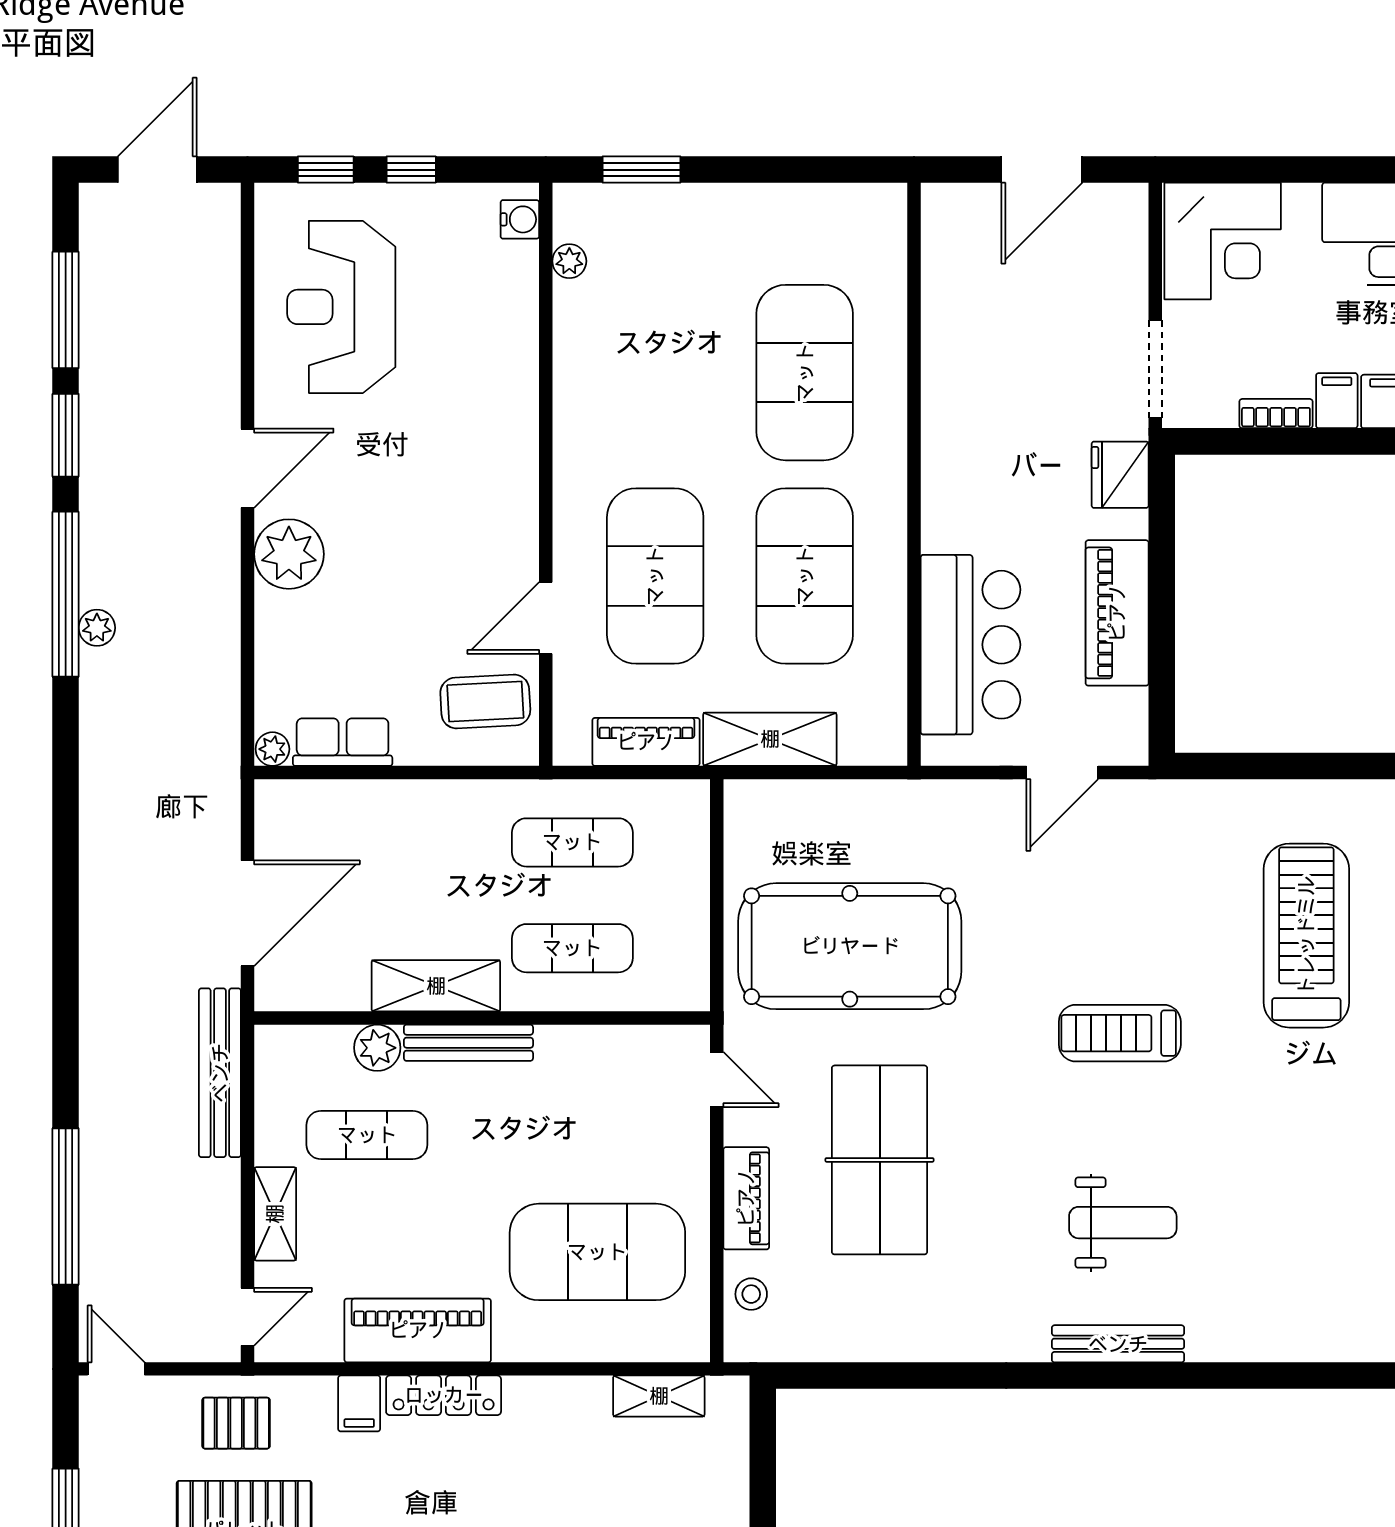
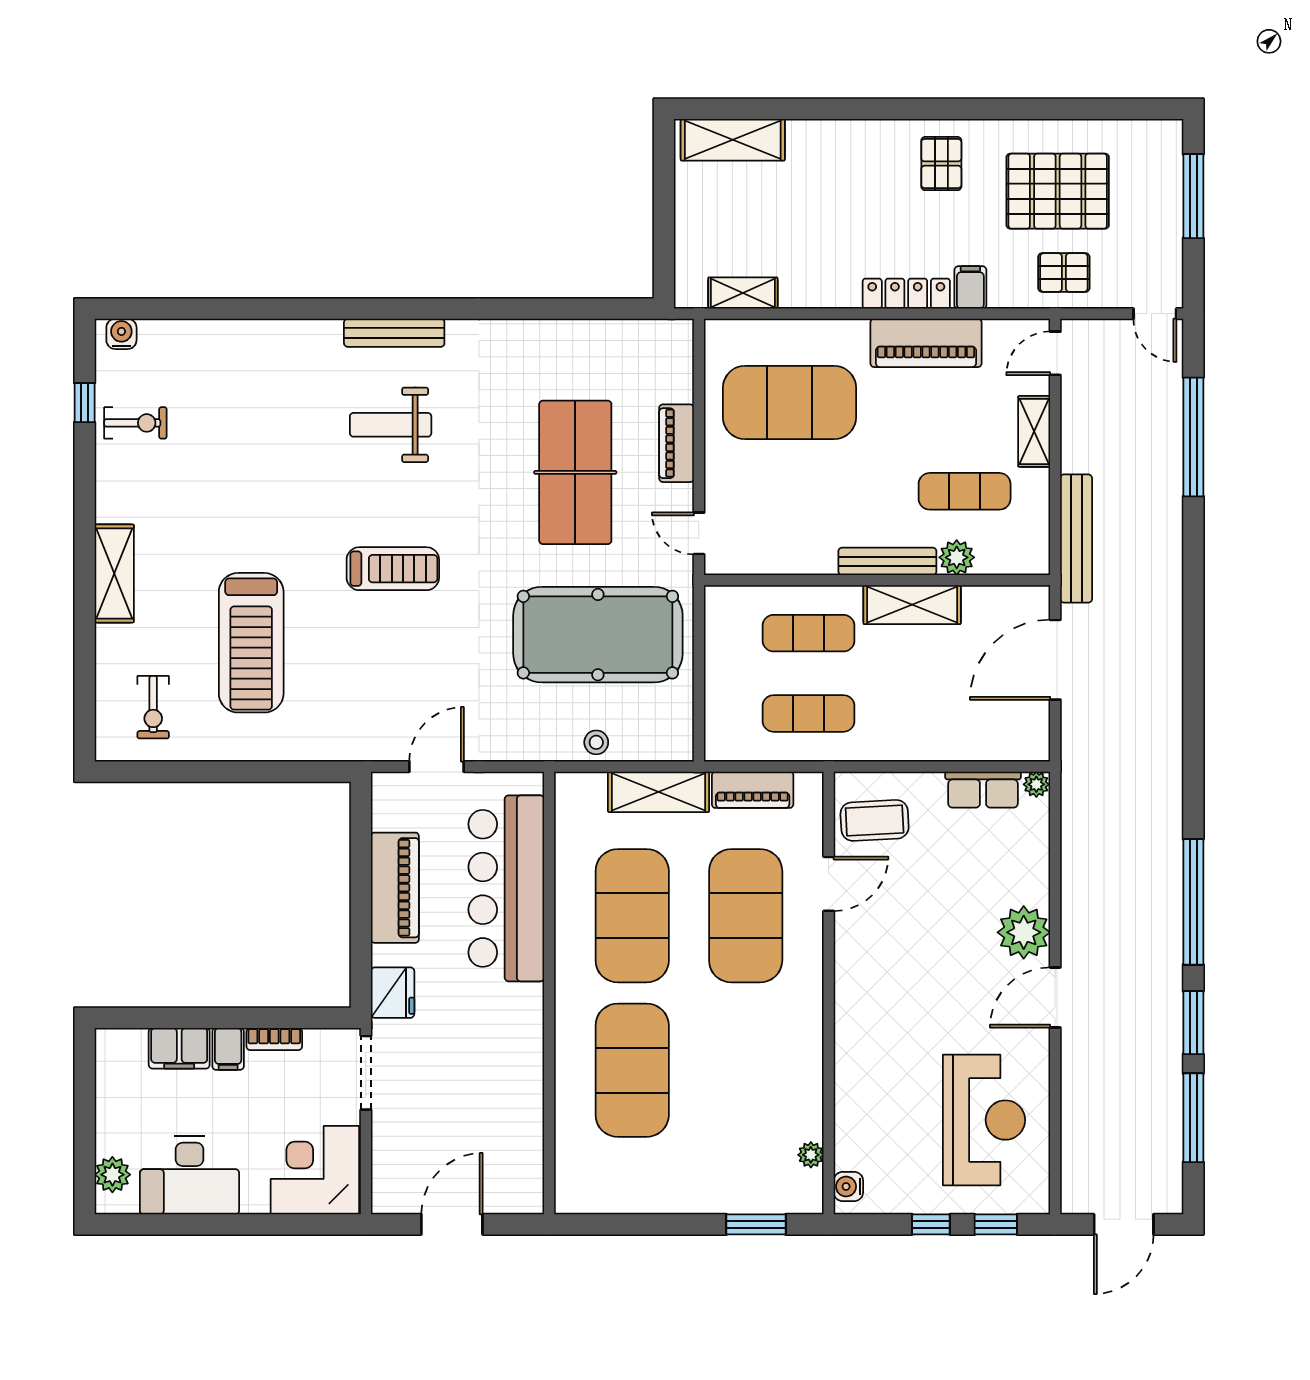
plant: (97, 628) -> (1170, 876), removed
bar counter: (971, 645) -> (506, 888), width x1.36
stool: (751, 1294) -> (596, 742), moved

